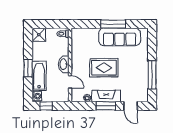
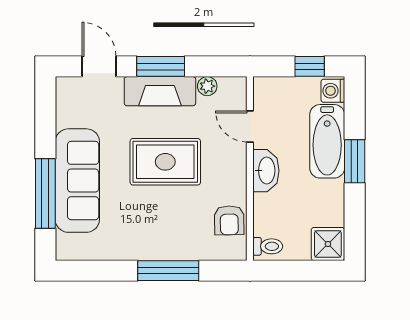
window: (113, 24) -> (168, 271), moved
sofa: (120, 37) -> (77, 181), moved, turned 90
armchair: (78, 44) -> (229, 220), added
window: (152, 75) -> (45, 193), moved

